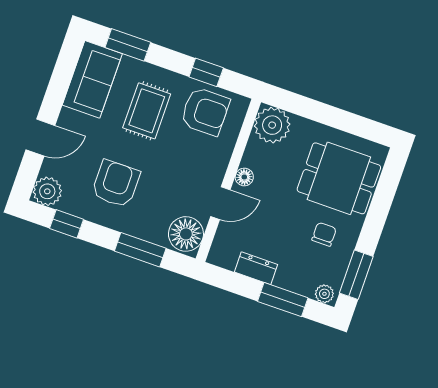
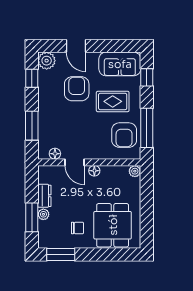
window: (128, 45) -> (147, 77), width x0.67
window: (206, 72) -> (147, 128), width x2.17
plant: (272, 125) -> (135, 171), width x0.53, depth x0.53
armchair: (116, 184) -> (77, 89), moved, turned -90
floor lamp: (186, 234) -> (55, 154), width x0.53, depth x0.53
plant: (324, 294) -> (43, 214), moved

